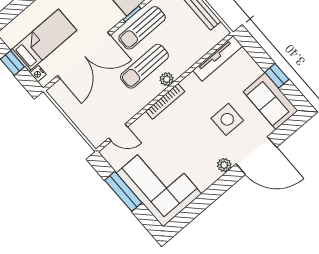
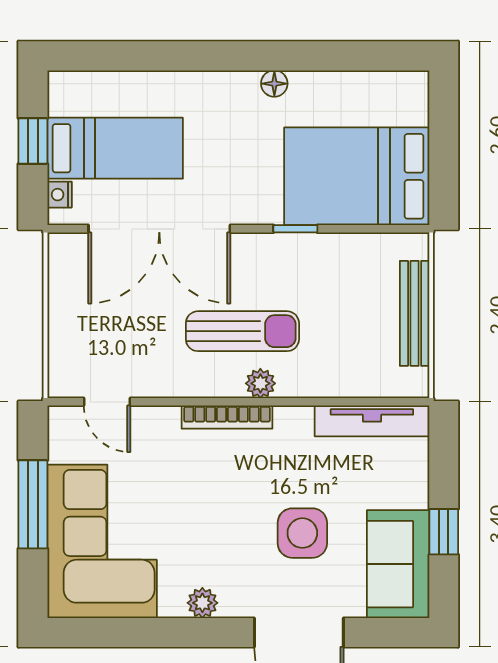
sun lounger: (142, 28) -> (292, 266), removed
sun lounger: (144, 66) -> (242, 331), turned 180
plant: (224, 165) -> (202, 603), moved

